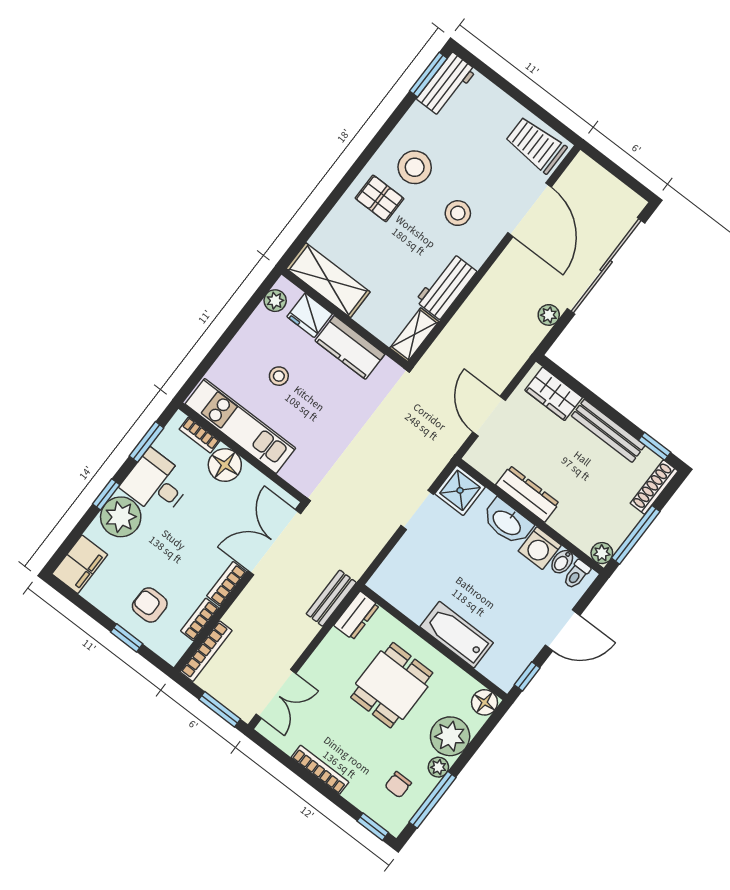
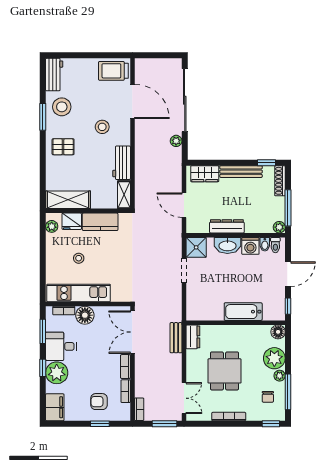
window: (428, 75) -> (43, 117), moved
stool: (415, 167) -> (62, 107), moved
bookcase: (206, 651) -> (139, 409), width x0.64
dining table: (392, 685) -> (224, 371), moved

